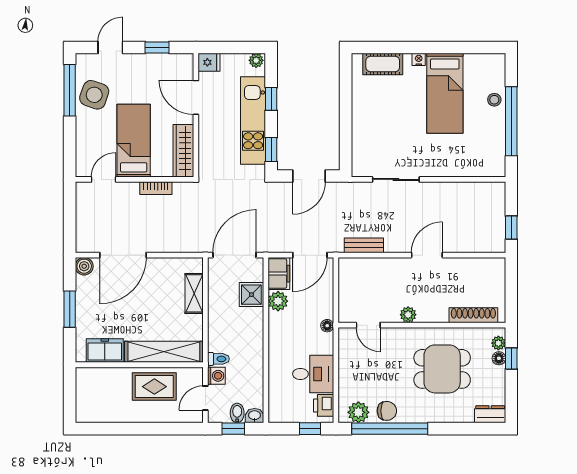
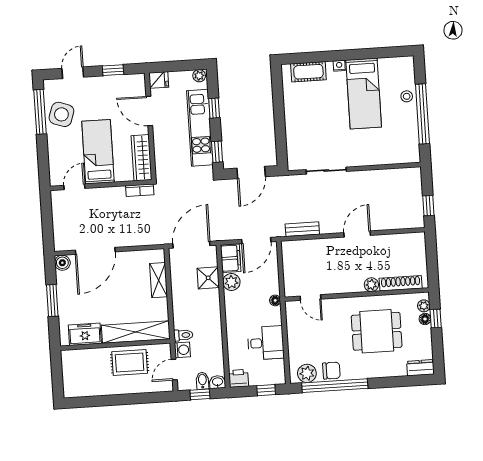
bookcase: (156, 188) -> (140, 190), moved
plant: (408, 315) -> (371, 285), moved
printer: (324, 405) -> (239, 378), moved, turned 90

